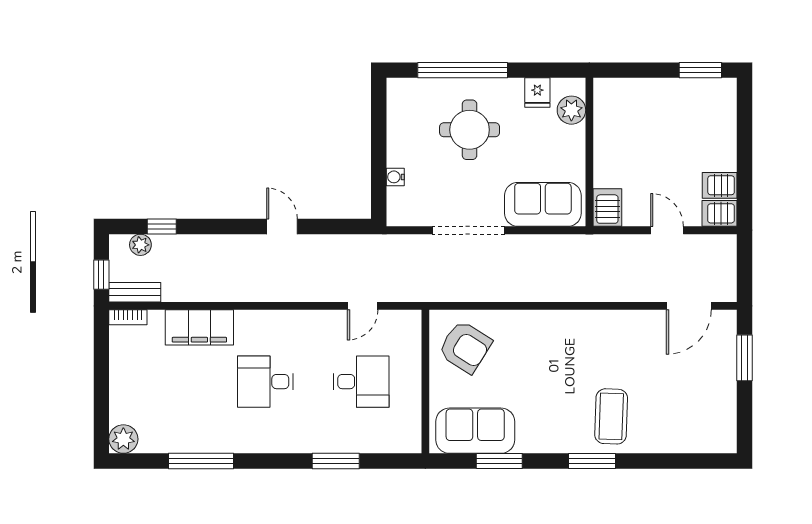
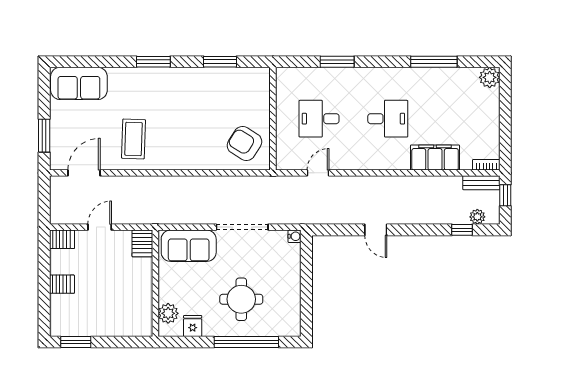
water cooler: (395, 177) -> (295, 236), moved
server rack: (720, 185) -> (62, 284), moved
door: (667, 230) -> (100, 227), swing flipped
coffee table: (611, 416) -> (134, 139), moved
sofa: (475, 431) -> (79, 83), moved

